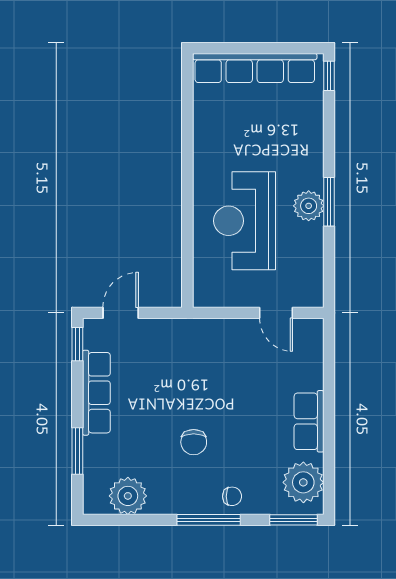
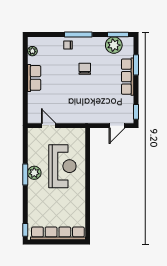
row of seats: (96, 393) -> (128, 77), moved
plant: (303, 482) -> (32, 51), width x0.53, depth x0.53
window: (294, 520) -> (118, 35), moved

